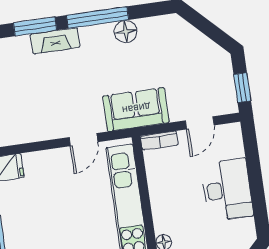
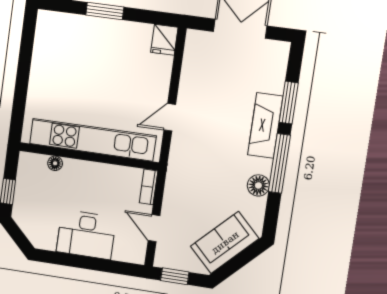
fireplace: (55, 41) -> (265, 125), width x1.37, depth x1.32
sofa: (136, 109) -> (225, 242), moved, turned -135
door: (83, 140) -> (170, 117), hinge flipped

